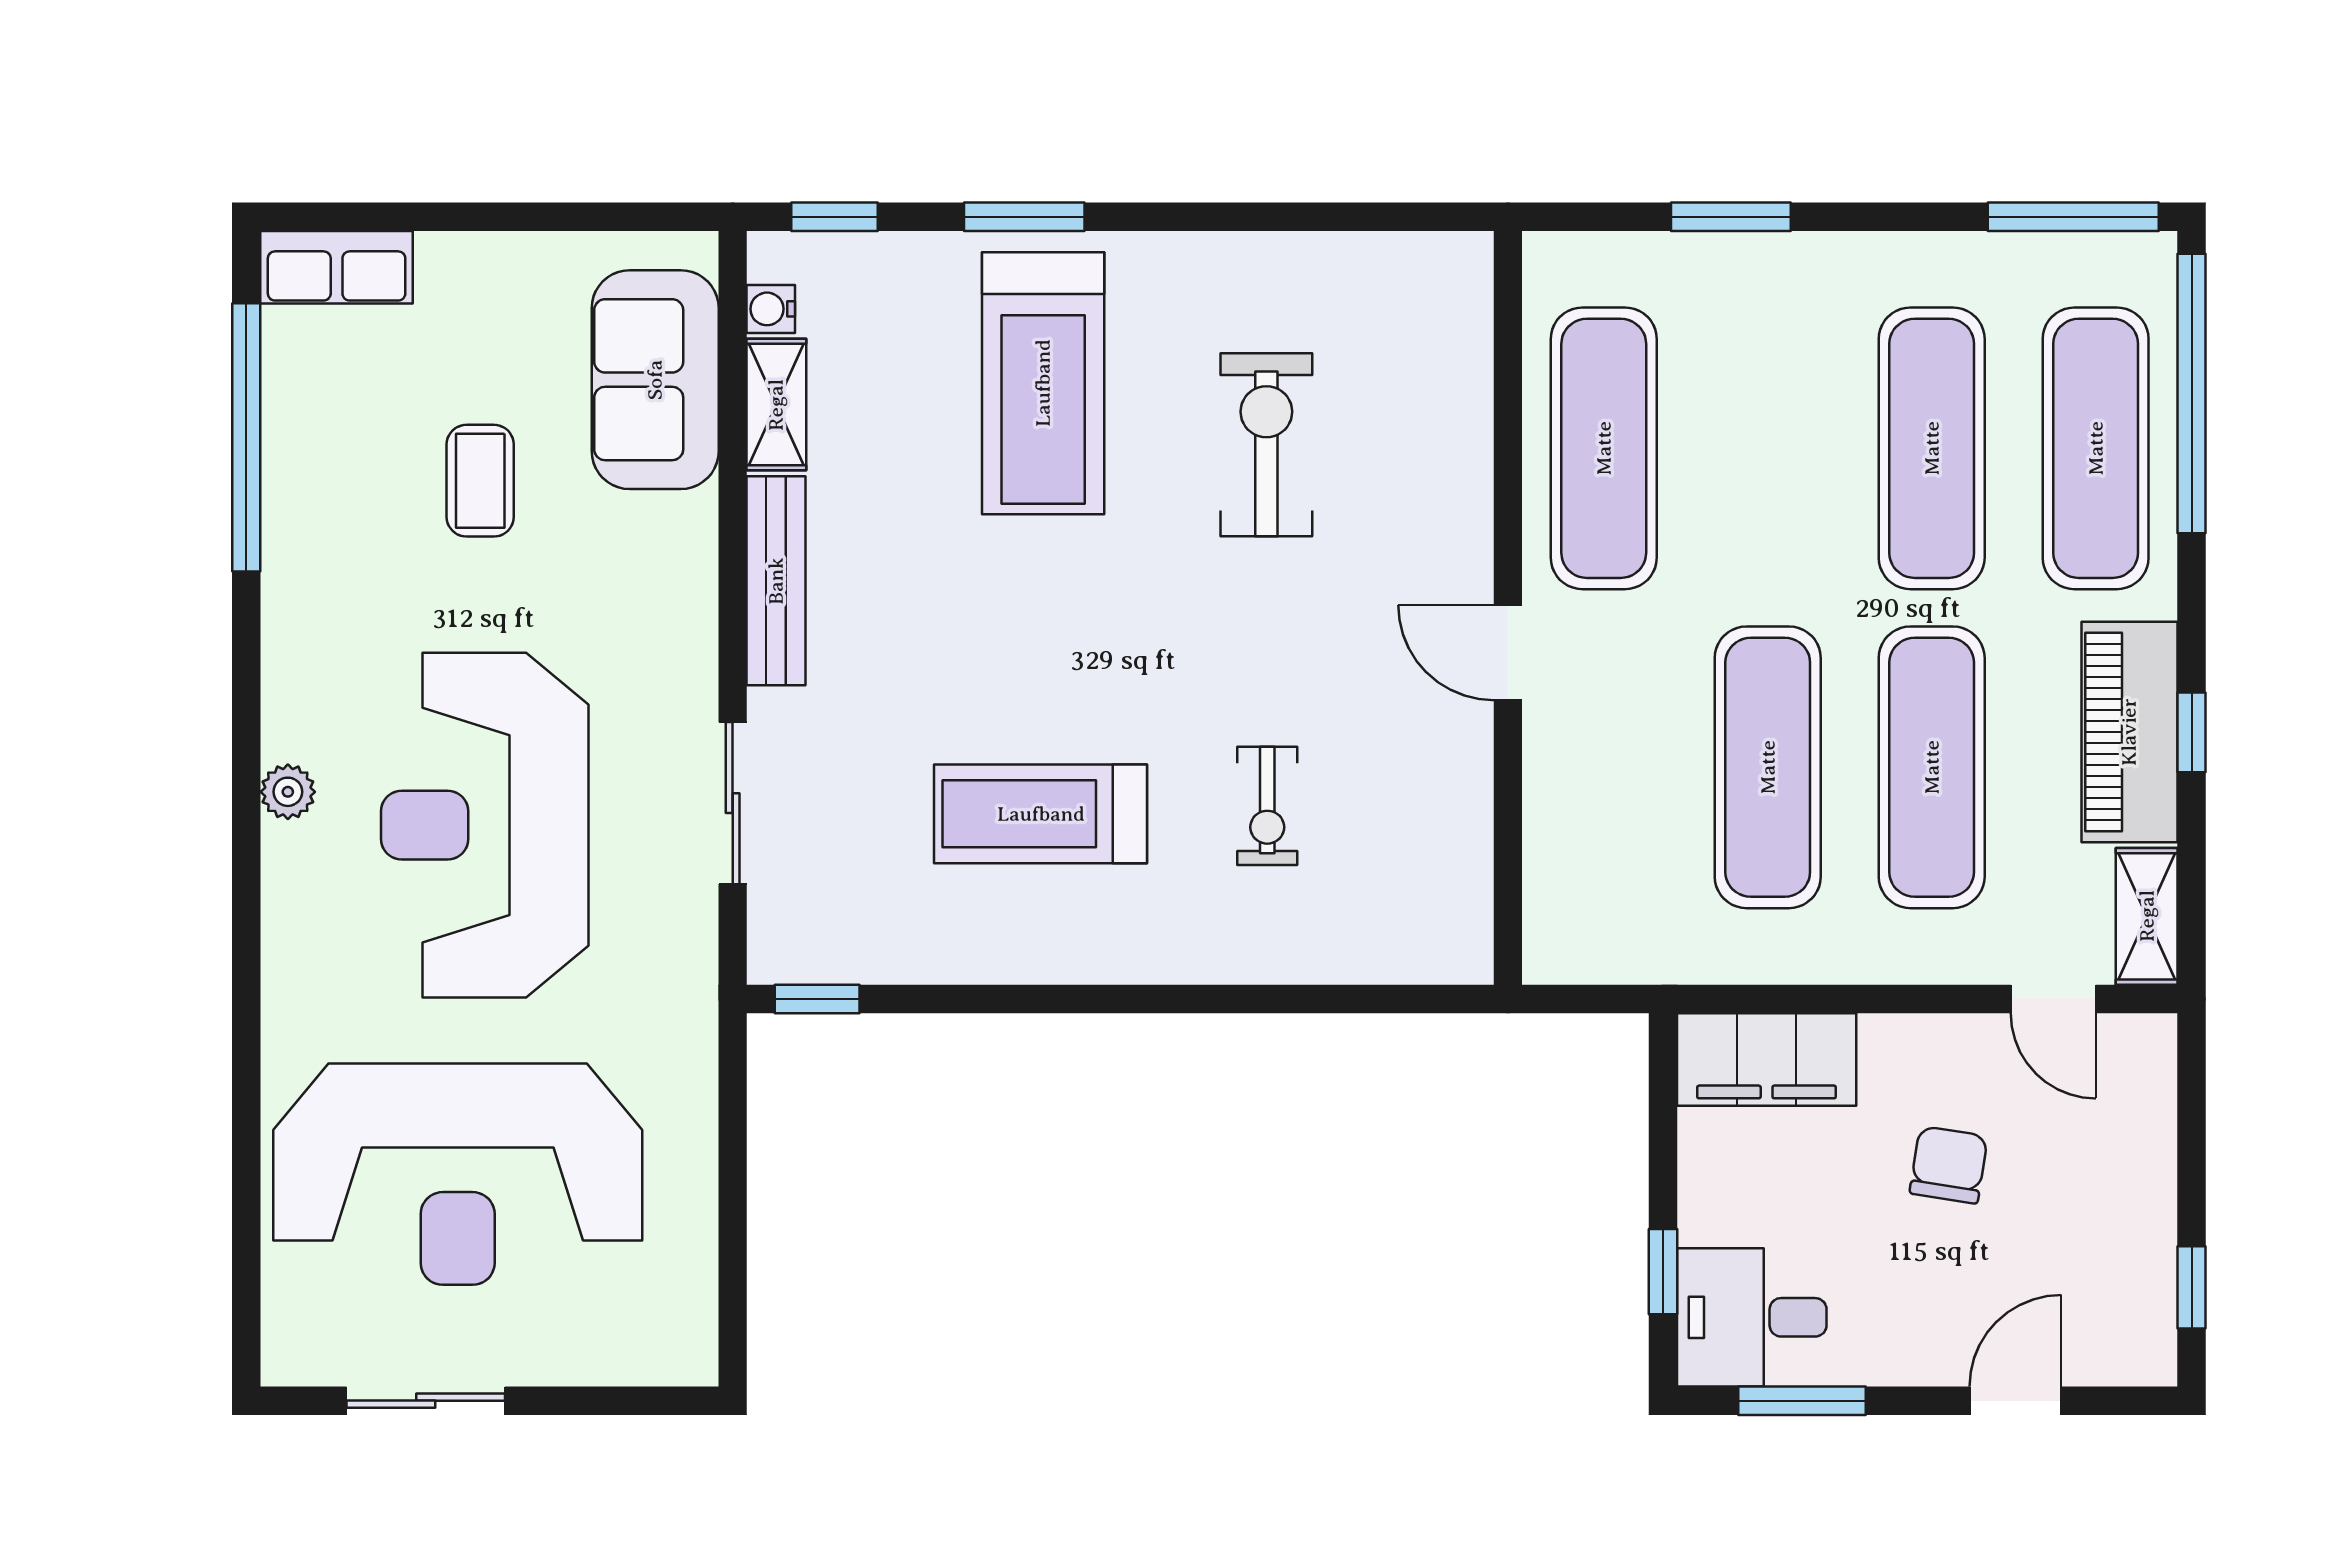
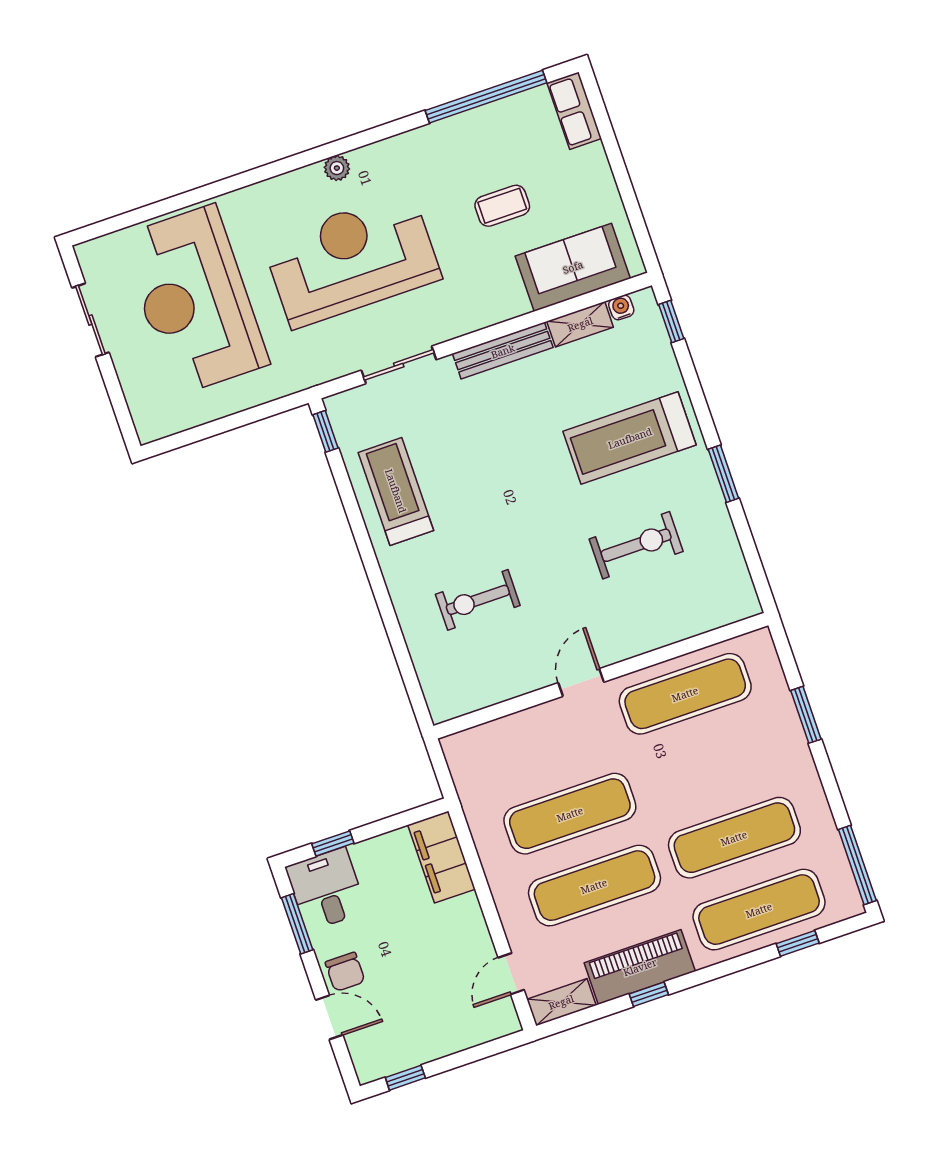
window: (1024, 217) -> (723, 474), moved
window: (2192, 393) -> (798, 943), width x0.32
exercise bike: (1267, 806) -> (478, 600), width x1.38, depth x1.39
treadmill: (1041, 814) -> (396, 491), moved
chair: (1949, 1165) -> (345, 972), moved, turned 81

